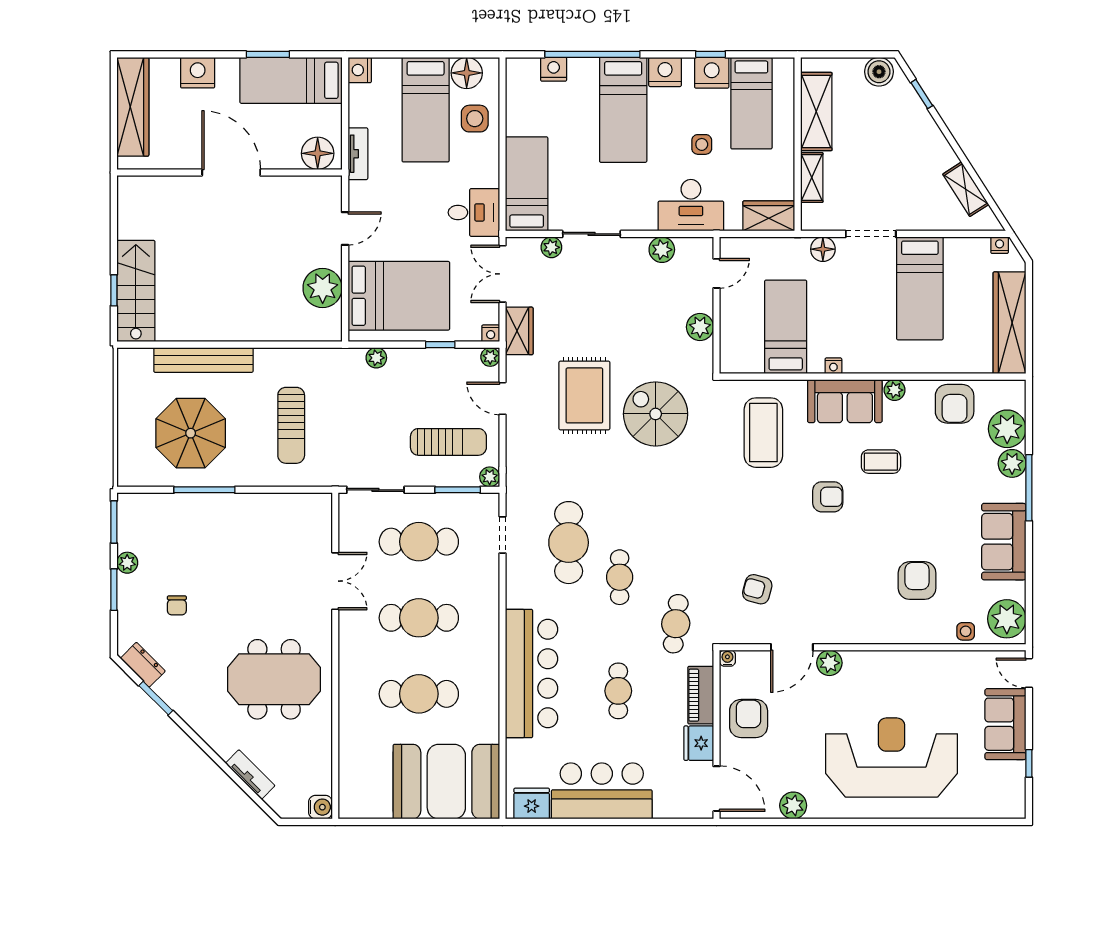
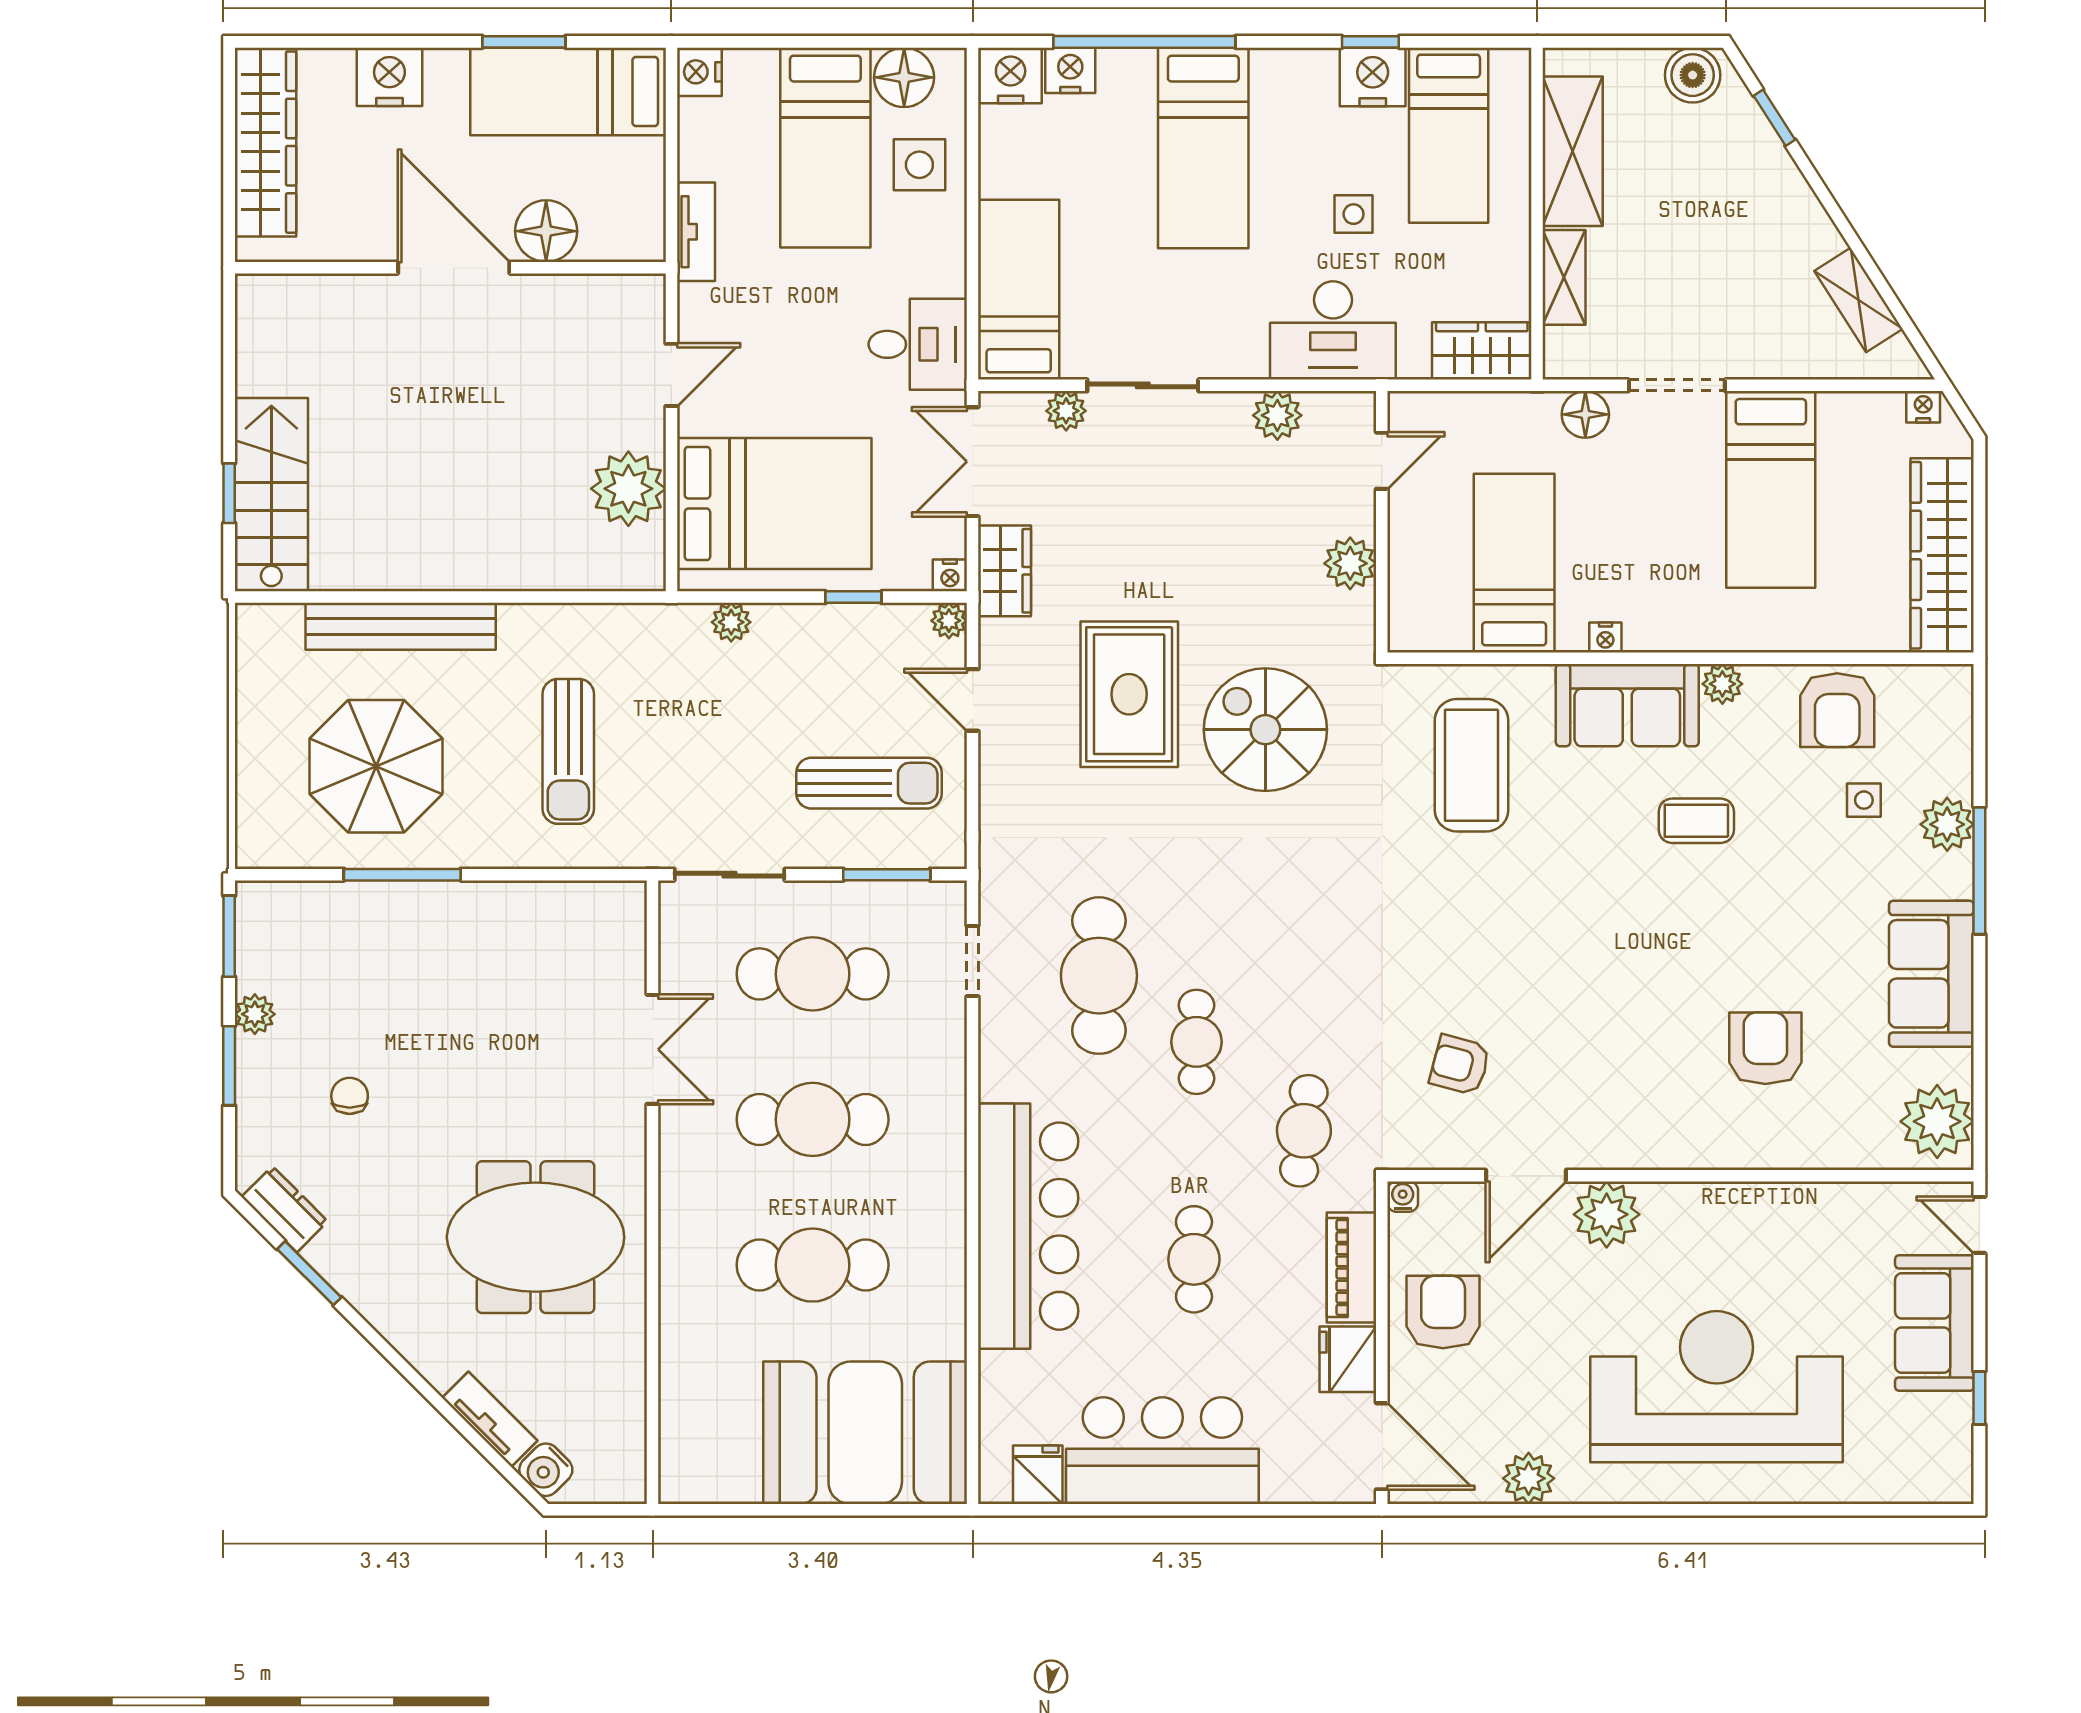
nightstand: (665, 72) -> (1011, 75), moved
floor lamp: (318, 153) -> (546, 231), moved
plant: (1007, 429) -> (1938, 758), removed
plant: (490, 477) -> (948, 850), removed
armchair: (828, 497) -> (1595, 888), removed
chair: (177, 605) -> (350, 1096), turned 180
side table: (966, 631) -> (1864, 800), moved
plant: (829, 663) -> (1607, 1214), width x1.36, depth x1.36
fridge: (532, 804) -> (1038, 1475), width x0.72
water cooler: (320, 807) -> (546, 1470), moved, turned 135

